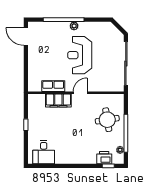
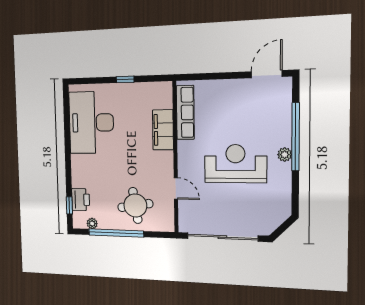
row of seats: (53, 86) -> (185, 112), width x1.48
door: (80, 93) -> (176, 188), moved
desk: (44, 152) -> (91, 123), width x1.87, depth x1.30

